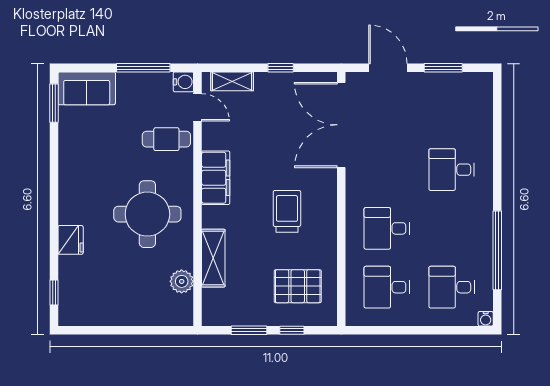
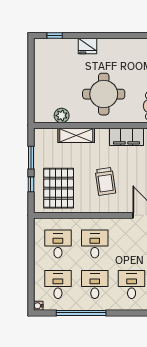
trolley: (287, 211) -> (105, 181), turned 82
desk: (452, 228) -> (95, 284), added
pallet: (298, 286) -> (59, 188), width x1.37, depth x1.41

